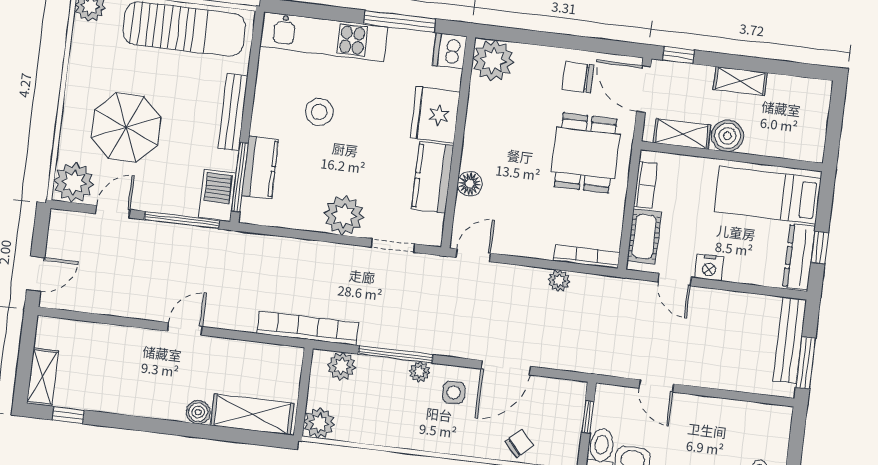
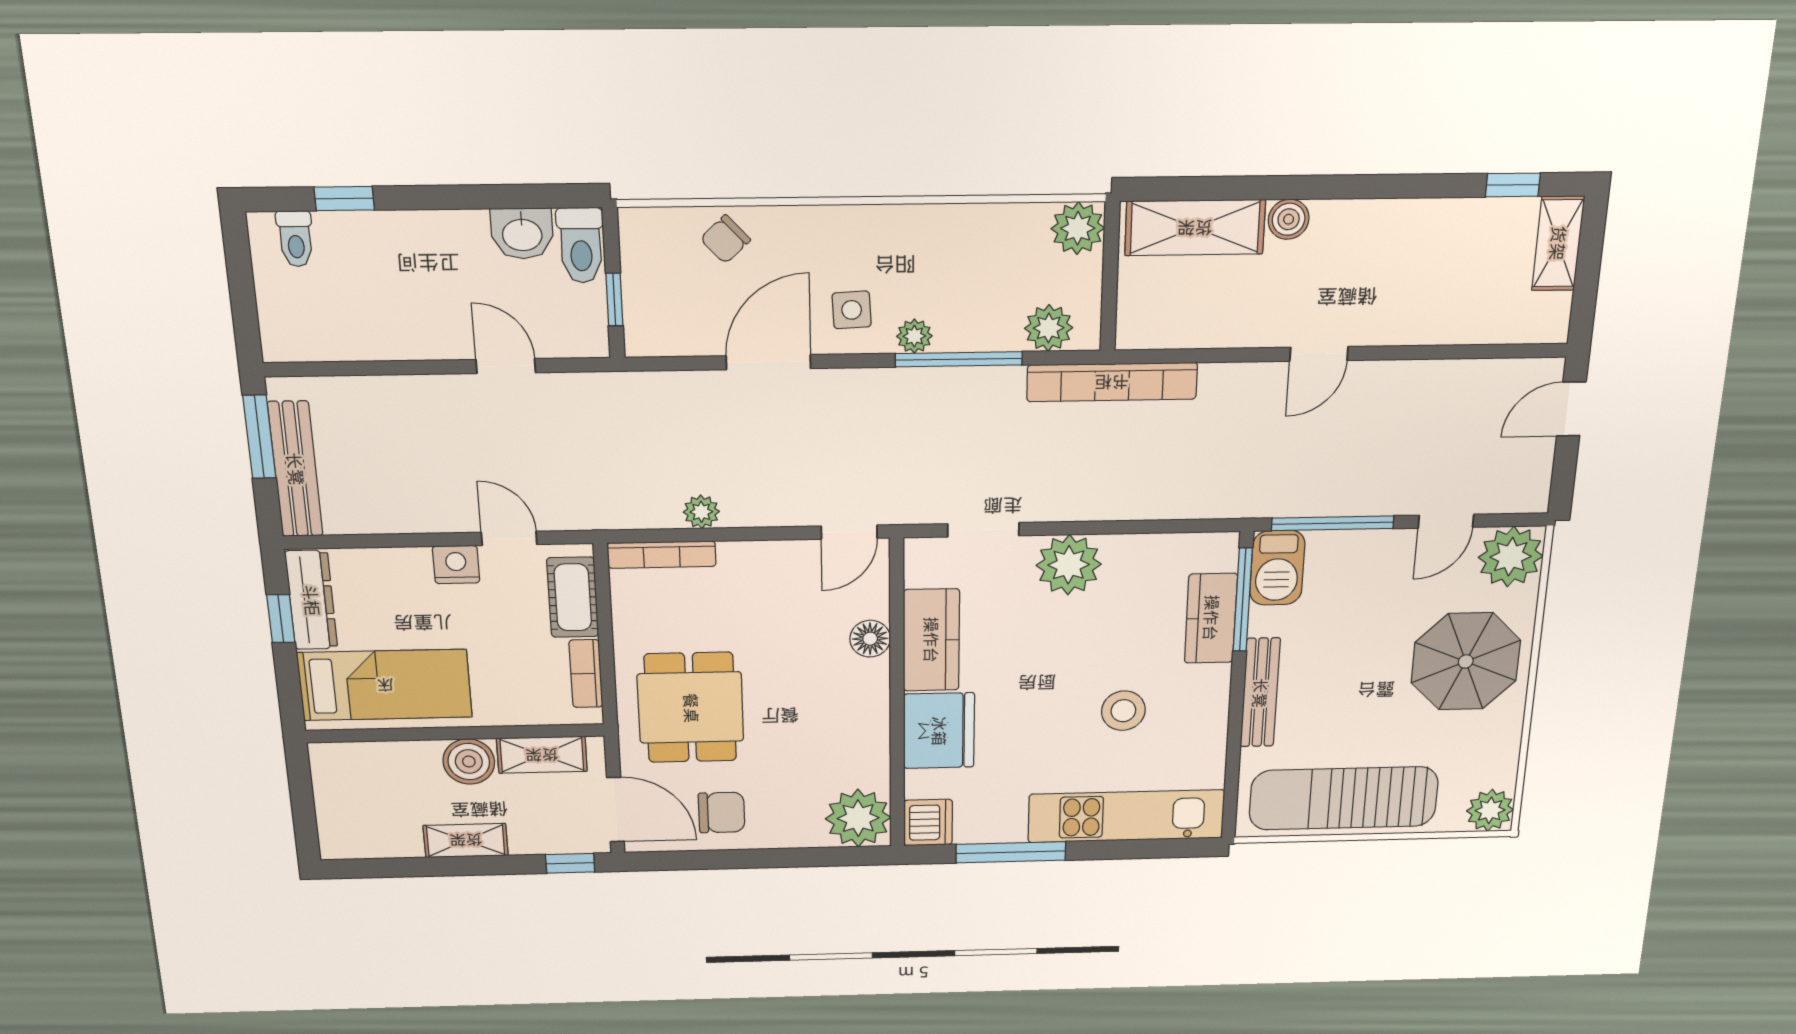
parasol: (126, 127) -> (1466, 661), moved

